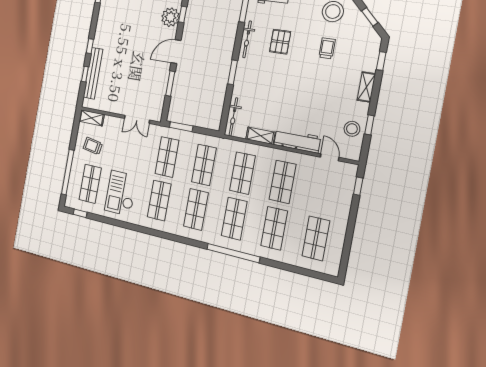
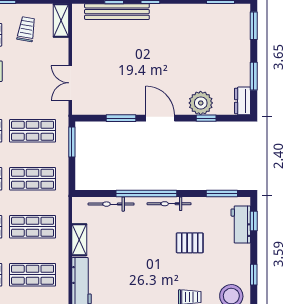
bicycle: (247, 39) -> (169, 204), moved
window: (233, 72) -> (146, 194), width x2.11
bicycle: (233, 117) -> (111, 204), moved

